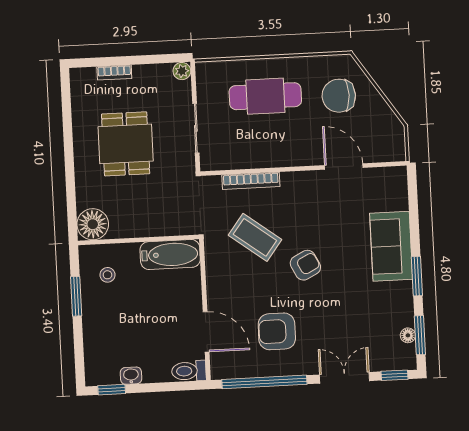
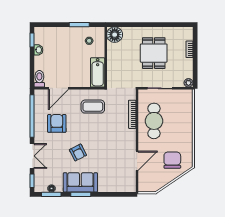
cafe table: (265, 96) -> (154, 121), moved
dining table: (126, 144) -> (154, 53), turned 90
coffee table: (255, 237) -> (93, 107), moved, turned 53
sofa: (391, 246) -> (80, 182), moved
armchair: (305, 265) -> (78, 152), moved

